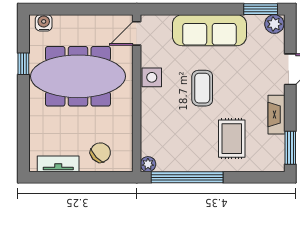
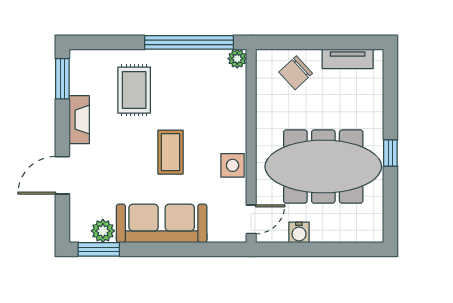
water cooler: (44, 23) -> (299, 232), moved
plant: (274, 24) -> (103, 231), moved
window: (23, 64) -> (390, 153), moved

